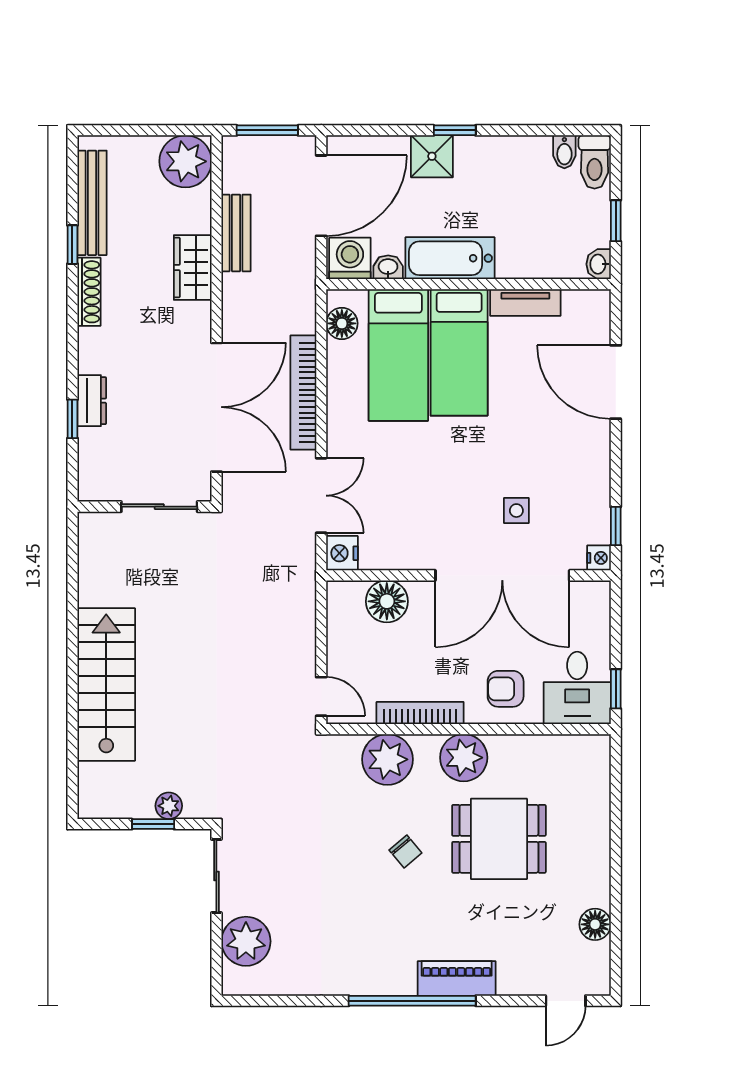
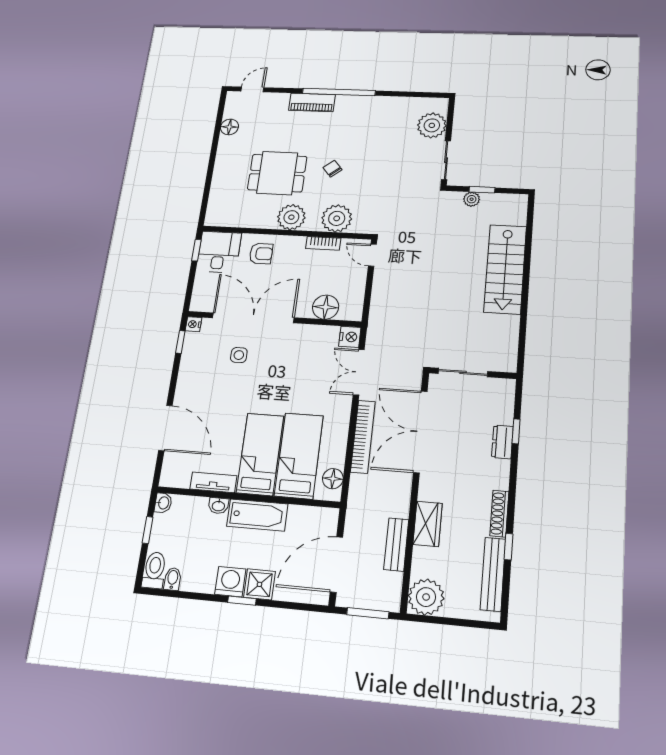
washing machine: (350, 258) -> (230, 582), moved, turned 180
washbasin: (388, 267) -> (218, 506), moved
bookcase: (420, 713) -> (323, 243), width x0.64

